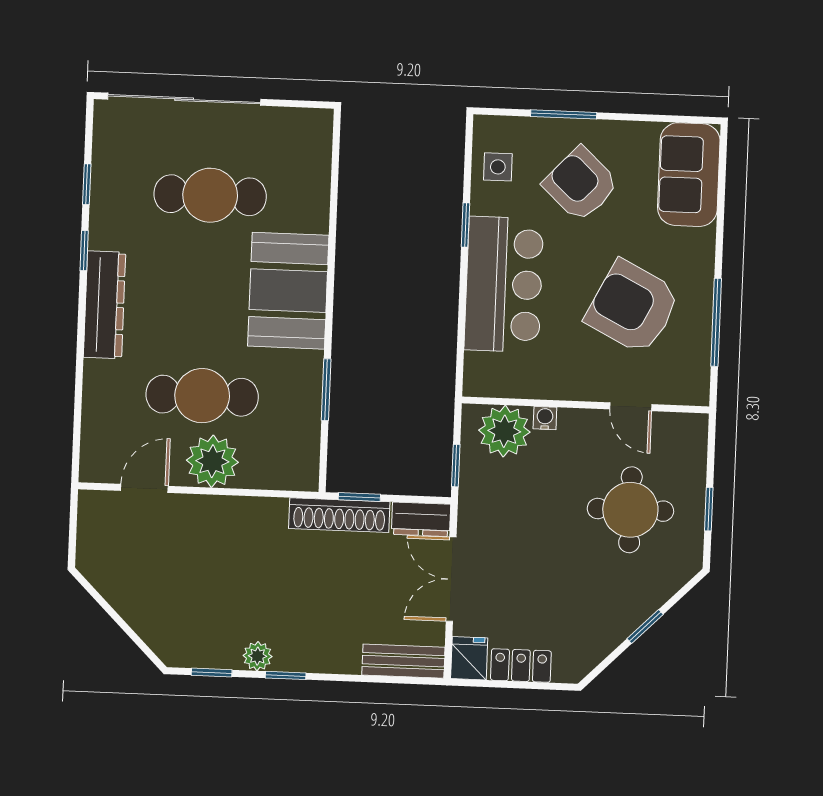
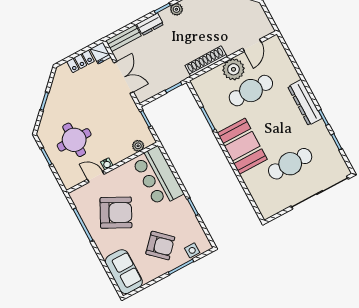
side table: (498, 167) -> (192, 250), moved
bar counter: (504, 284) -> (158, 177), moved
water cooler: (545, 418) -> (107, 164), moved
plant: (504, 431) -> (138, 146), width x0.53, depth x0.53
shoe rack: (339, 515) -> (206, 61), moved
dresser: (421, 519) -> (150, 24), moved, turned 180

